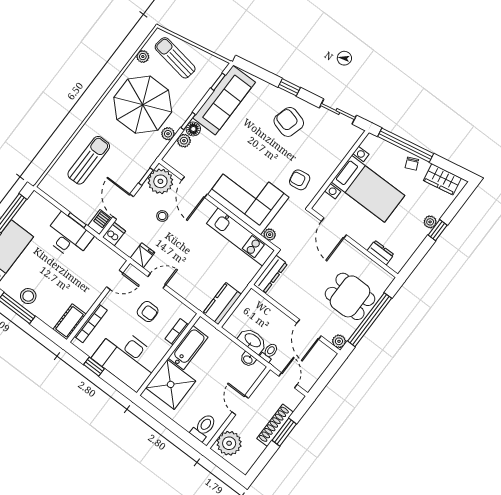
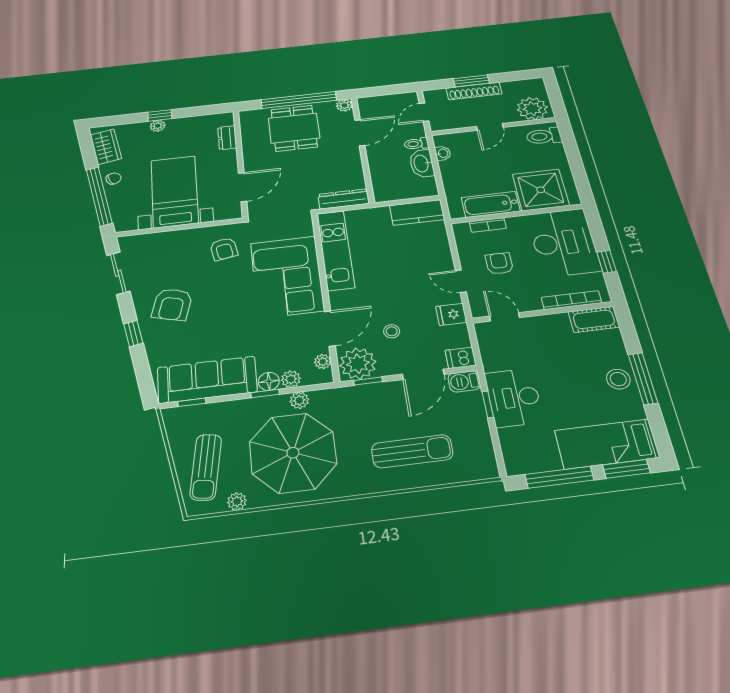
sun lounger: (89, 160) -> (412, 451), turned 180
plant: (270, 235) -> (323, 362), moved

